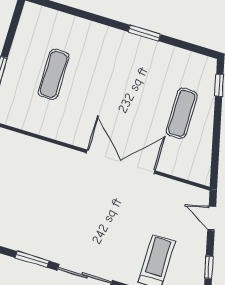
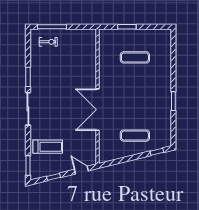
double door: (121, 162) -> (97, 110), swing flipped
door: (212, 218) -> (81, 170), hinge flipped

